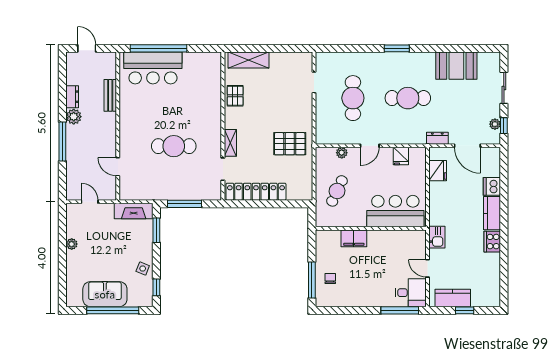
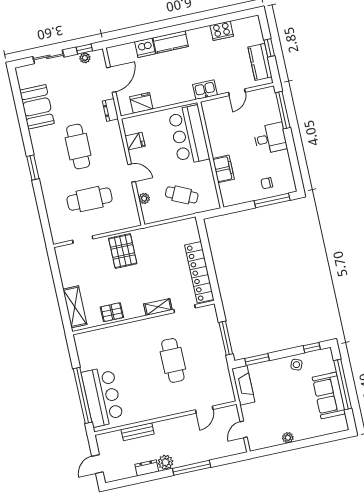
pallet: (290, 144) -> (123, 251), moved
cooker: (492, 242) -> (222, 31), moved
desk: (411, 293) -> (270, 138), moved, turned 90

